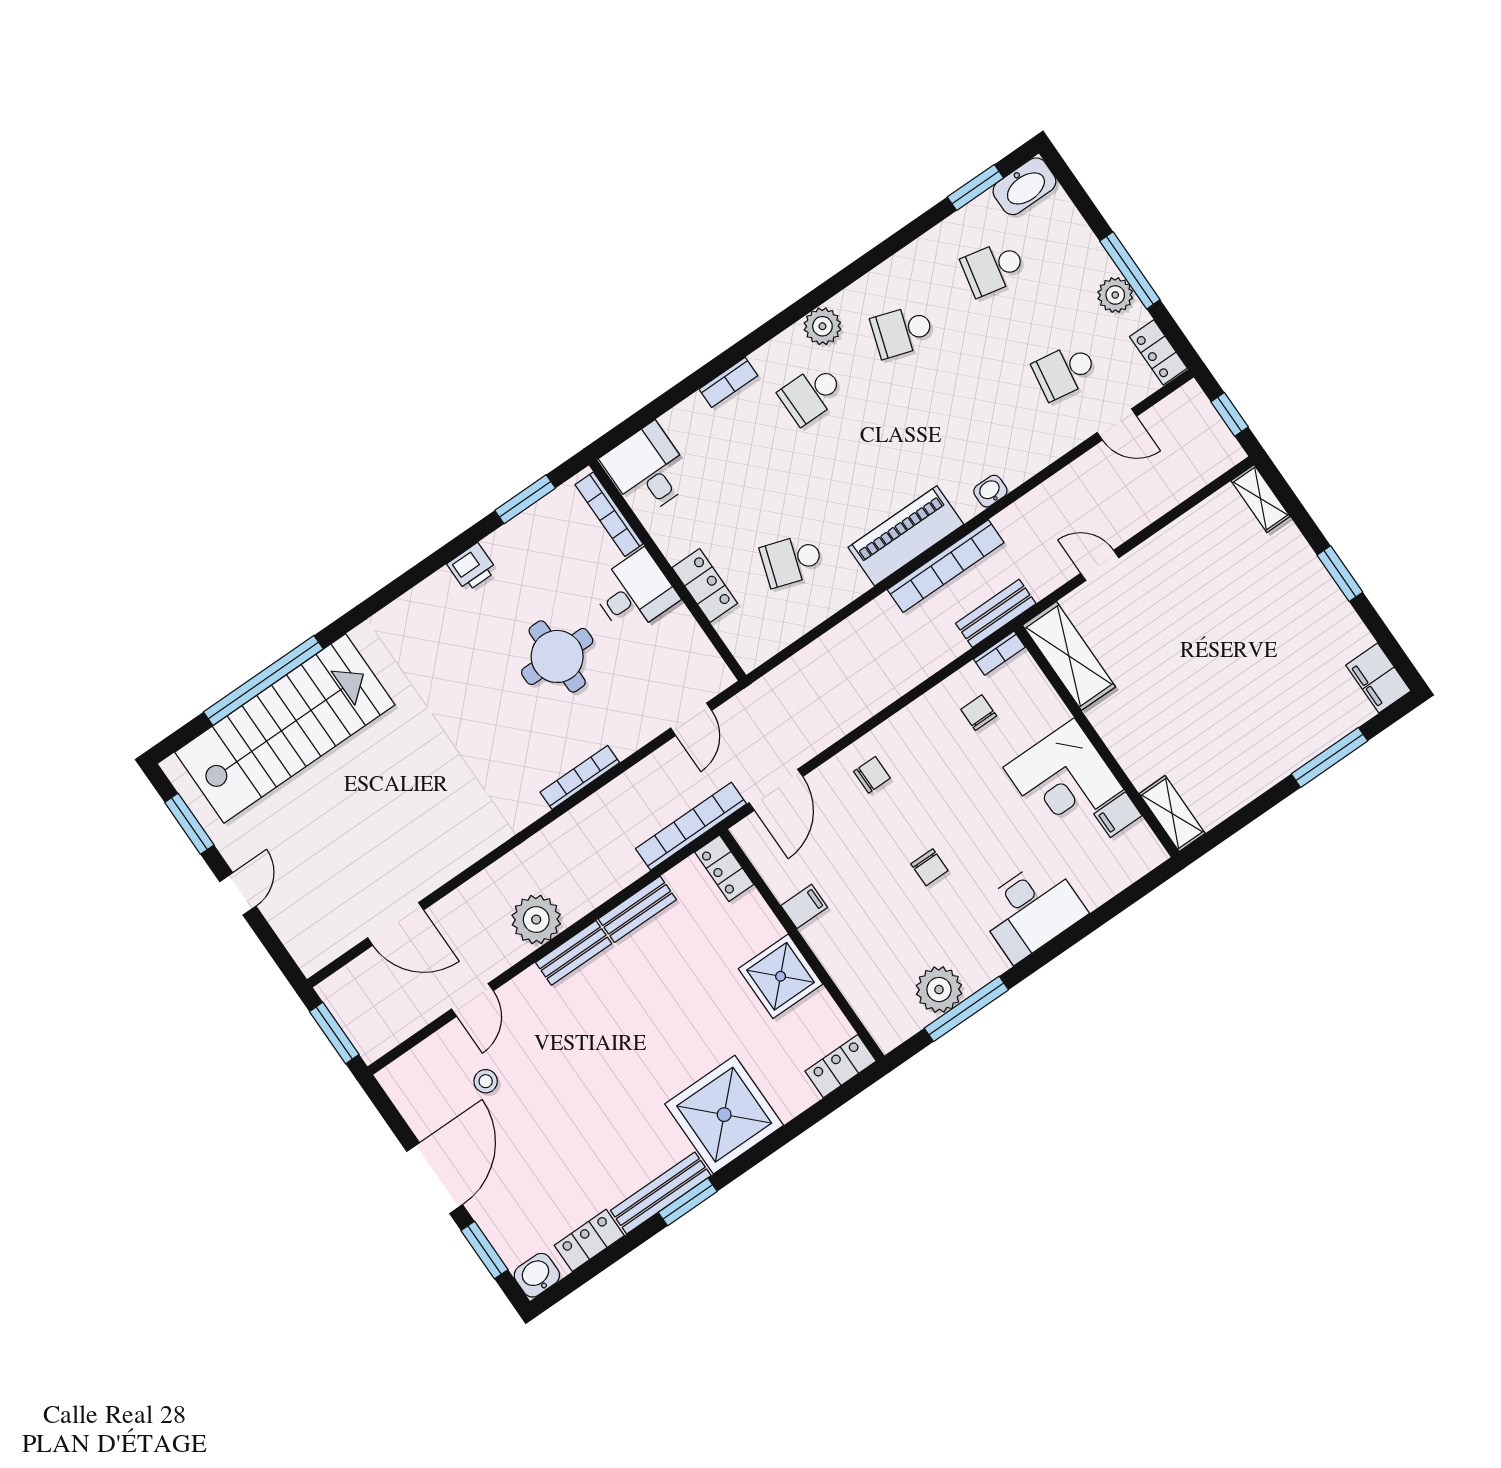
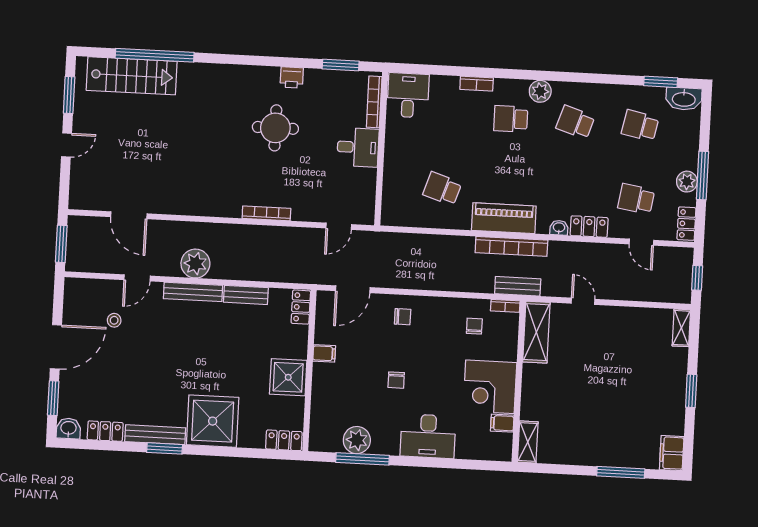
locker: (705, 586) -> (589, 227), moved, turned -90
round table: (557, 656) -> (275, 128), moved
stairs: (285, 729) -> (132, 76), width x0.73, depth x0.66
bookcase: (691, 826) -> (300, 276), removed
bench: (574, 953) -> (193, 292), width x1.36

